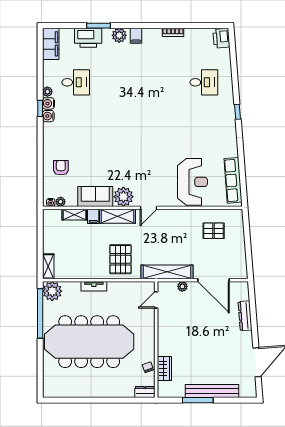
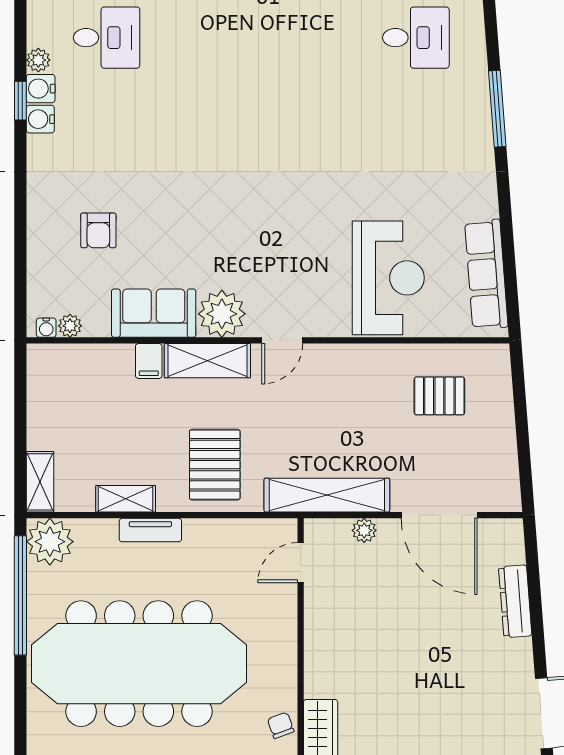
window: (238, 112) -> (497, 109), width x2.17
armchair: (61, 168) -> (98, 230), moved, turned 180
shelving: (74, 215) -> (126, 499), moved

